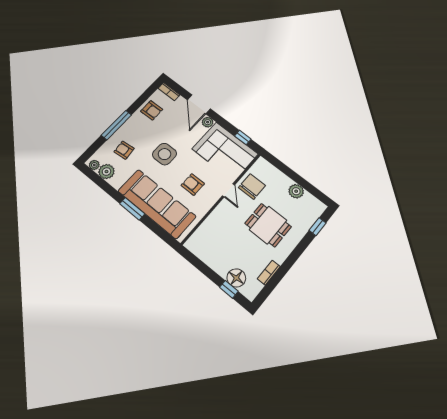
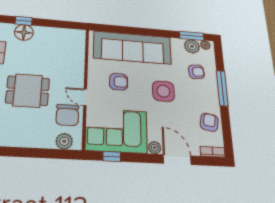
armchair: (152, 110) -> (209, 122), turned 101
plant: (296, 191) -> (64, 141), moved
window: (132, 209) -> (192, 36), moved

